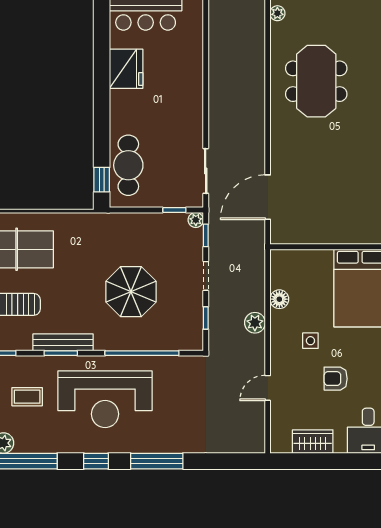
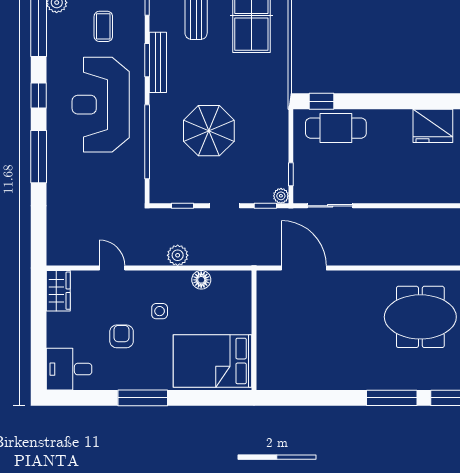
wardrobe: (313, 442) -> (58, 291), moved

